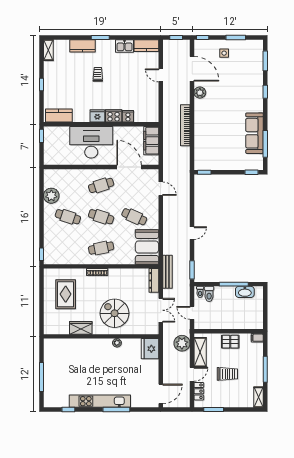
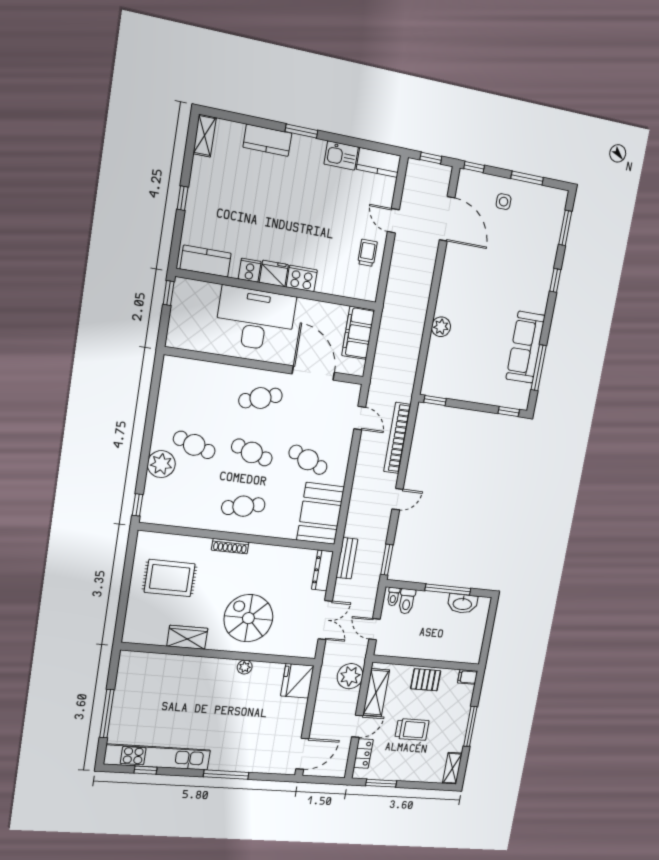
trolley: (98, 74) -> (367, 253), moved
plant: (200, 93) -> (441, 327), moved
cooker: (128, 116) -> (250, 270), moved
bookcase: (185, 125) -> (397, 438), moved
plant: (51, 196) -> (161, 464), moved
bench: (167, 272) -> (347, 558), width x0.73
rug: (66, 294) -> (170, 578), turned 90
kitchen unit: (100, 401) -> (157, 757), moved

